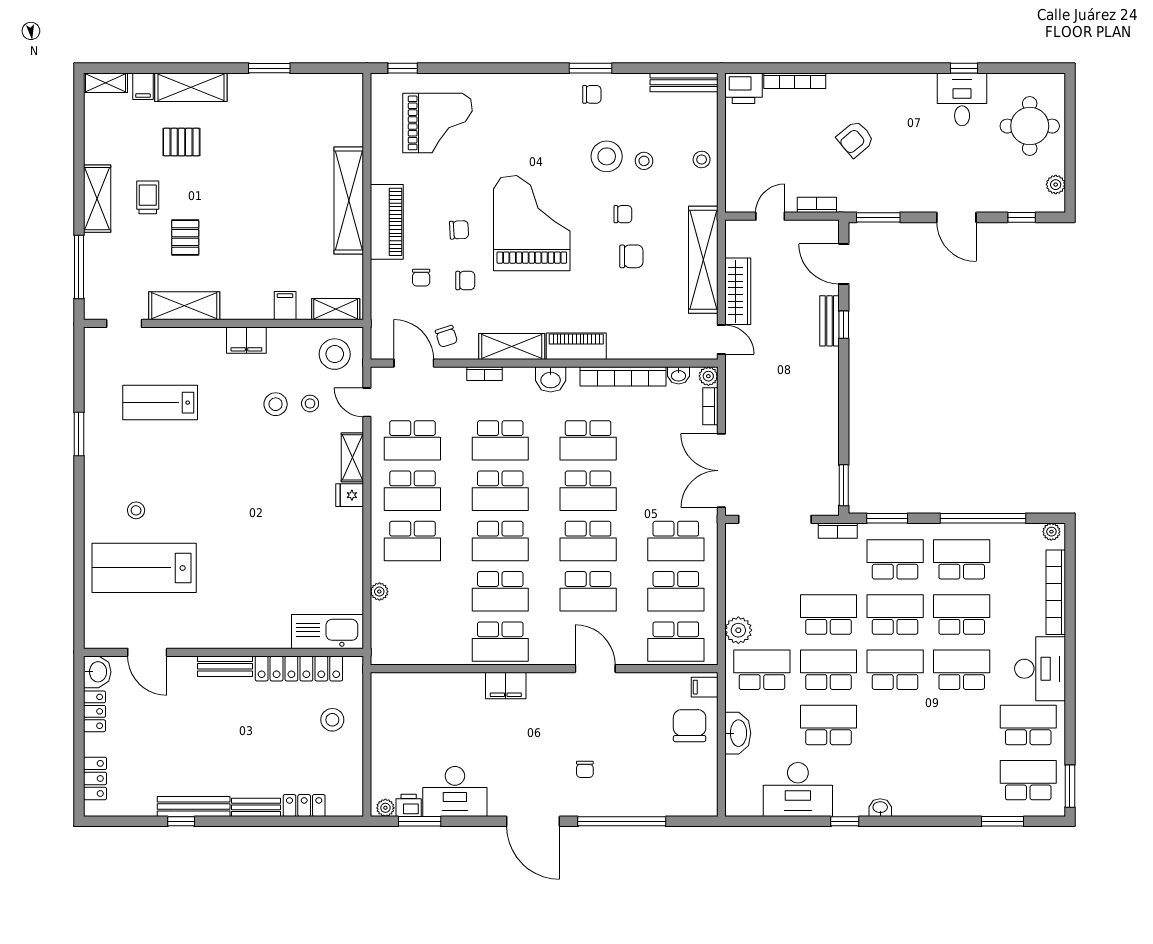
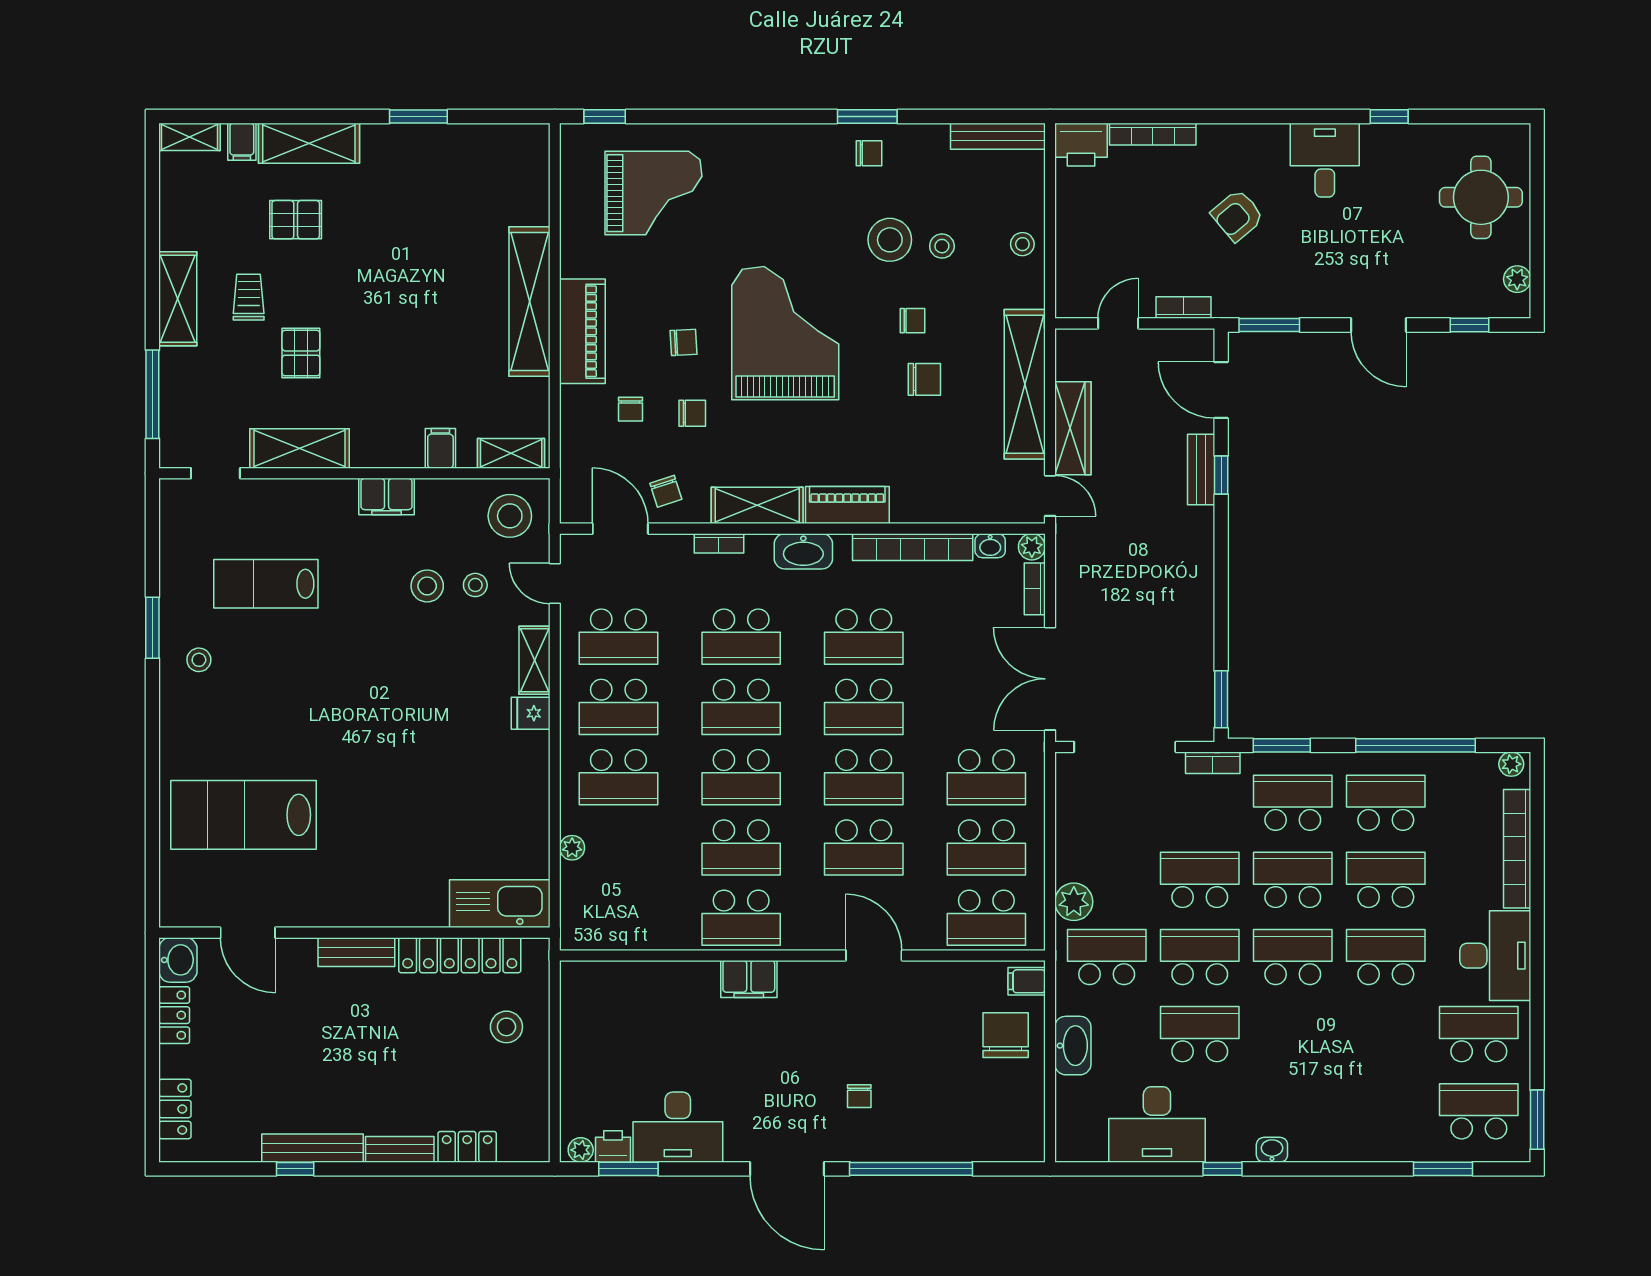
desk: (962, 99) -> (1325, 160), moved
washbasin: (551, 379) -> (803, 551), width x1.38
stool: (136, 510) -> (199, 660), moved

